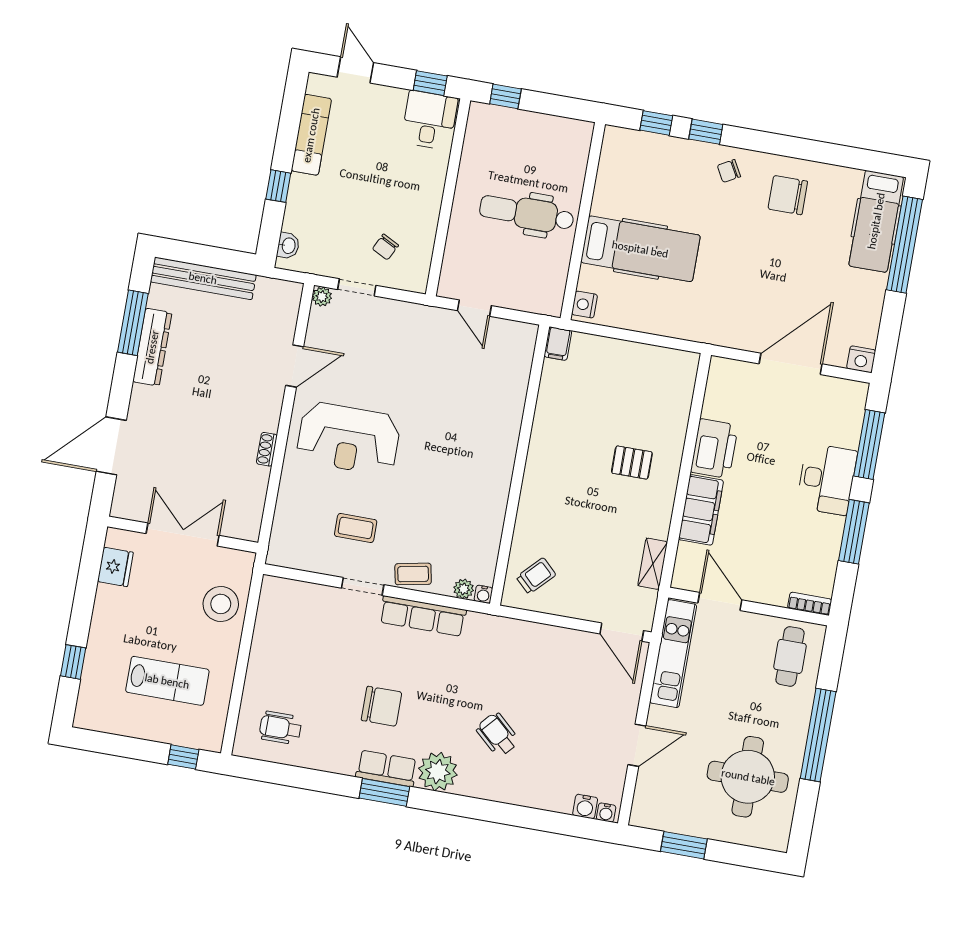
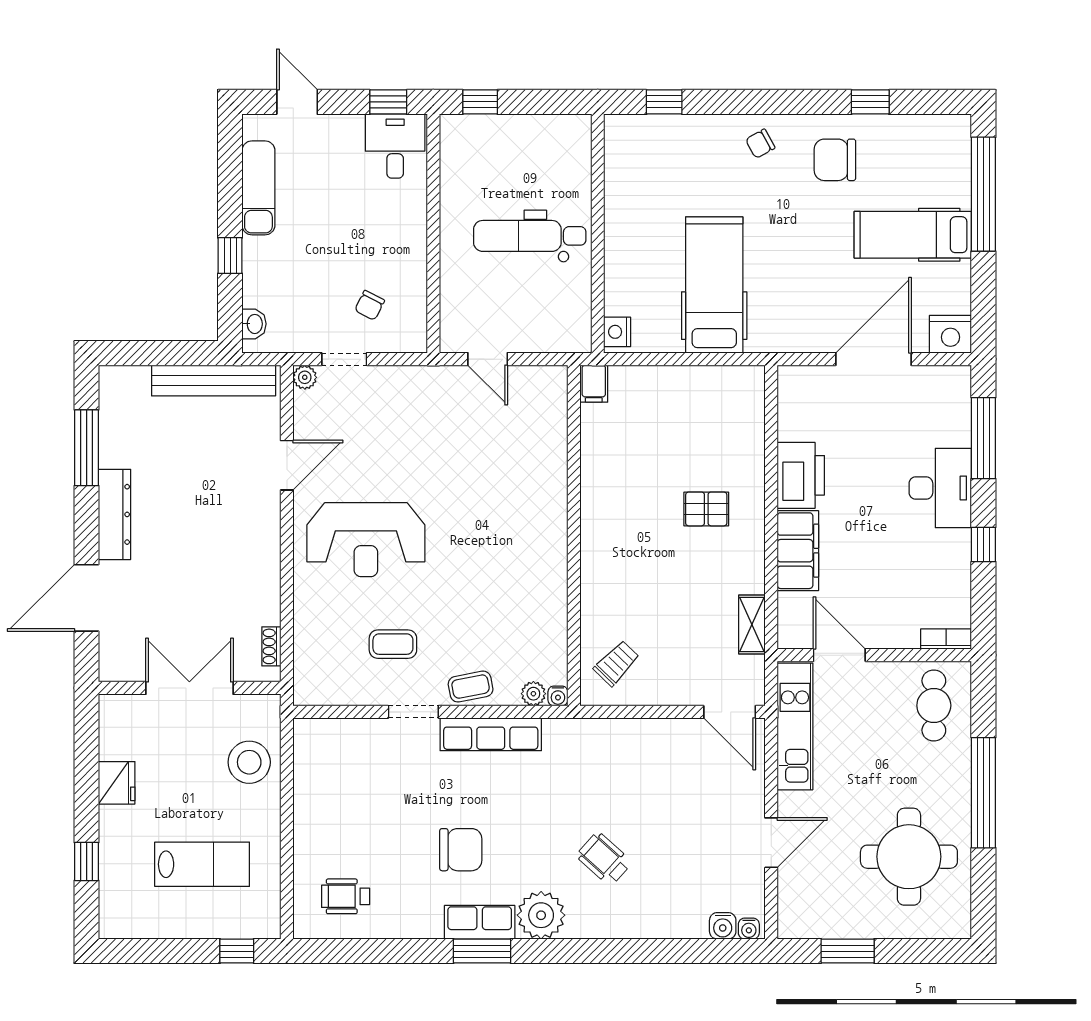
window: (706, 132) -> (870, 102), moved
hospital bed: (876, 221) -> (913, 235), moved, turned 90
hospital bed: (640, 249) -> (714, 285), moved, turned -90
bench: (203, 278) -> (214, 380), moved
dresser: (152, 347) -> (115, 514), moved
nightstand: (861, 359) -> (950, 334), width x1.36, depth x1.33
shoe rack: (267, 449) -> (271, 646), moved
window: (854, 532) -> (983, 545), width x0.46
fridge: (115, 567) -> (117, 783), moved

